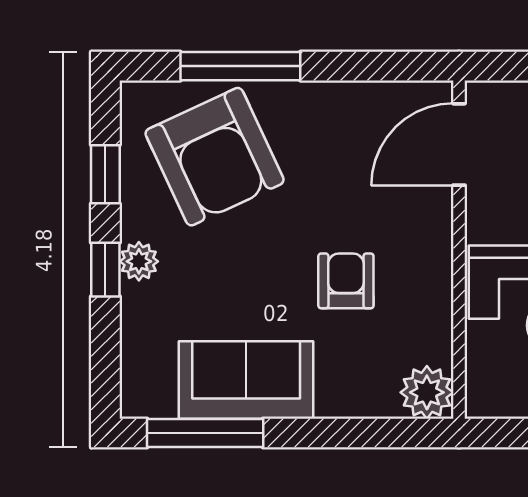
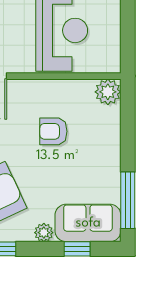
window: (105, 270) -> (77, 249), moved
sofa: (246, 380) -> (88, 223), moved, turned 90

